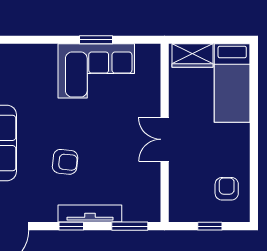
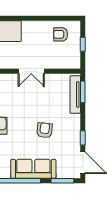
tv unit: (90, 214) -> (75, 94), moved
window: (71, 226) -> (83, 138), moved

